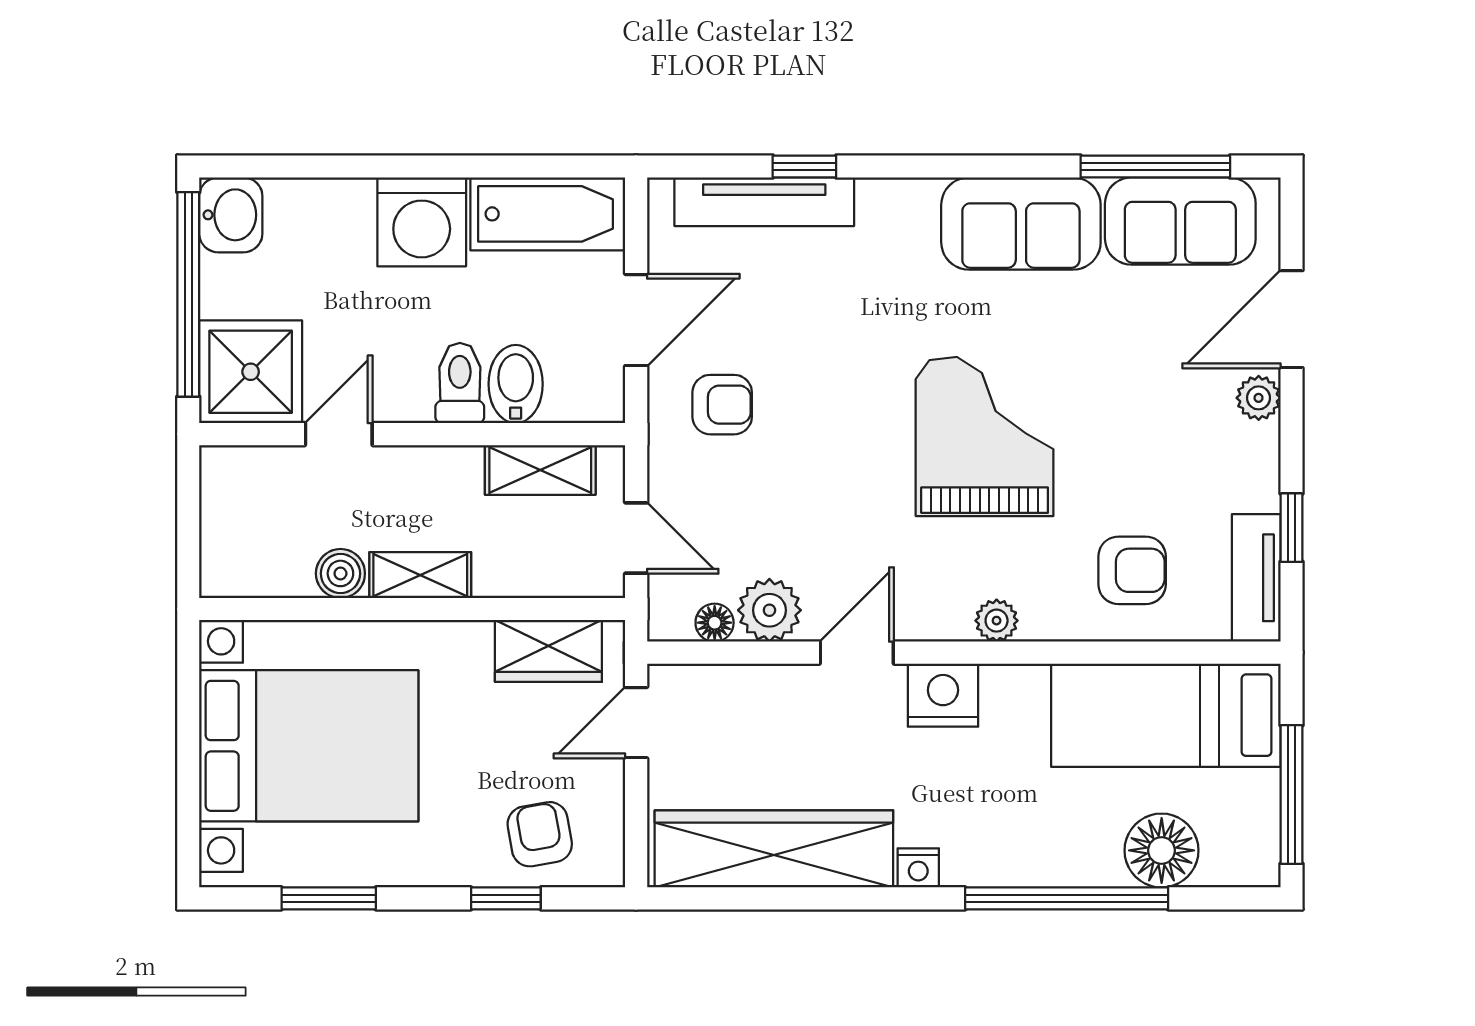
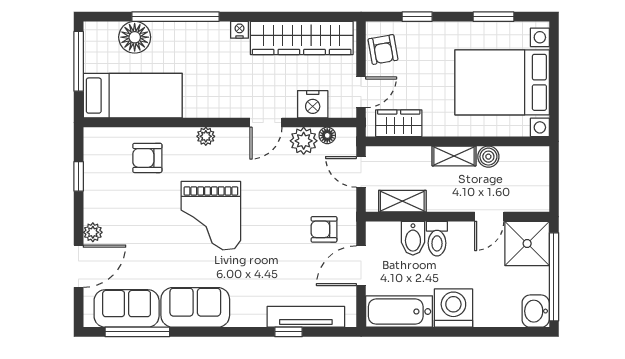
tv unit: (1256, 578) -> (94, 155), removed
nightstand: (943, 695) -> (313, 104), moved
armchair: (540, 834) -> (383, 49), moved

